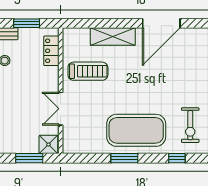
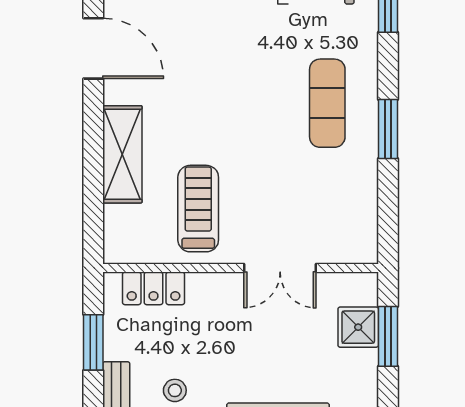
door: (161, 23) -> (93, 48), width x0.73
exercise mat: (136, 130) -> (327, 103), width x0.50, depth x0.69
shower: (48, 144) -> (358, 327), moved

